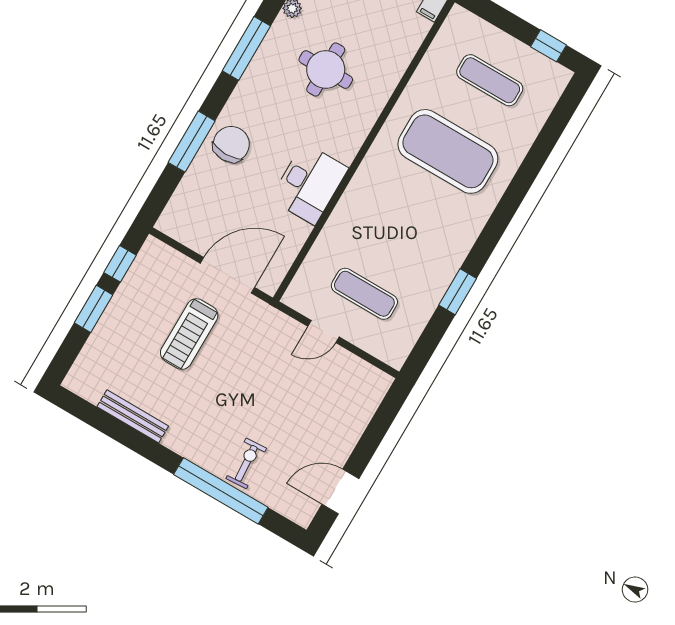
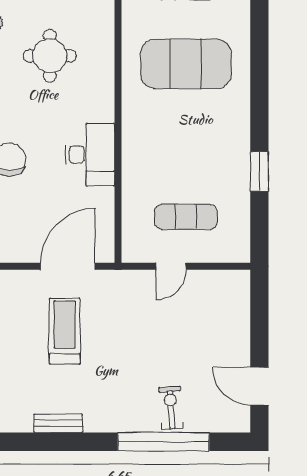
treadmill: (189, 334) -> (65, 331), turned 180
bench: (133, 416) -> (58, 423), width x0.73
door: (340, 491) -> (259, 386), hinge flipped

